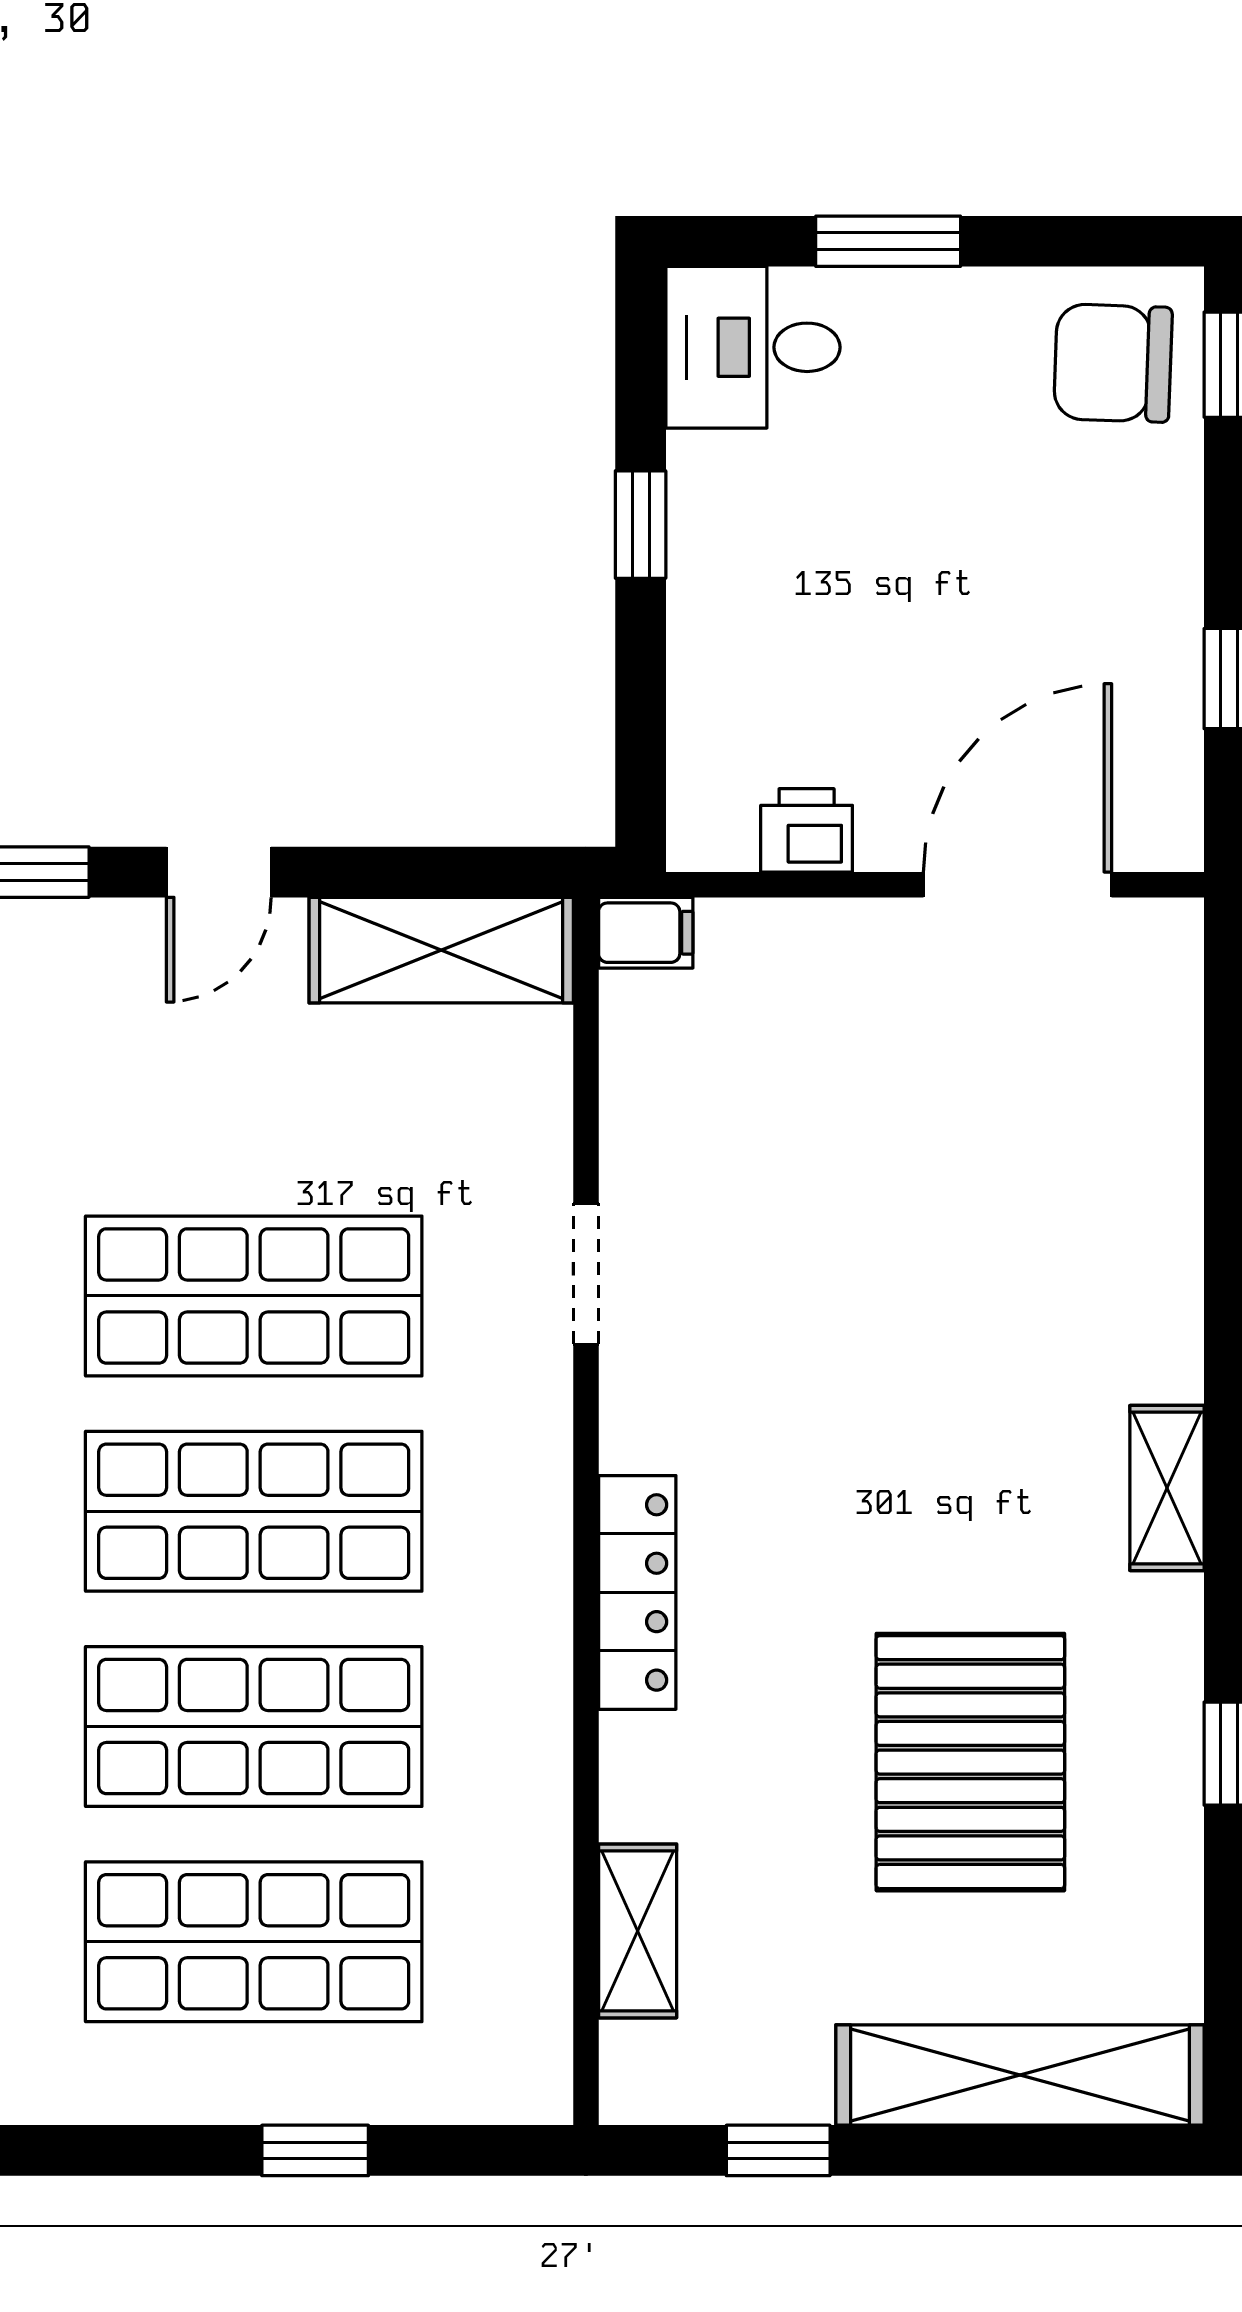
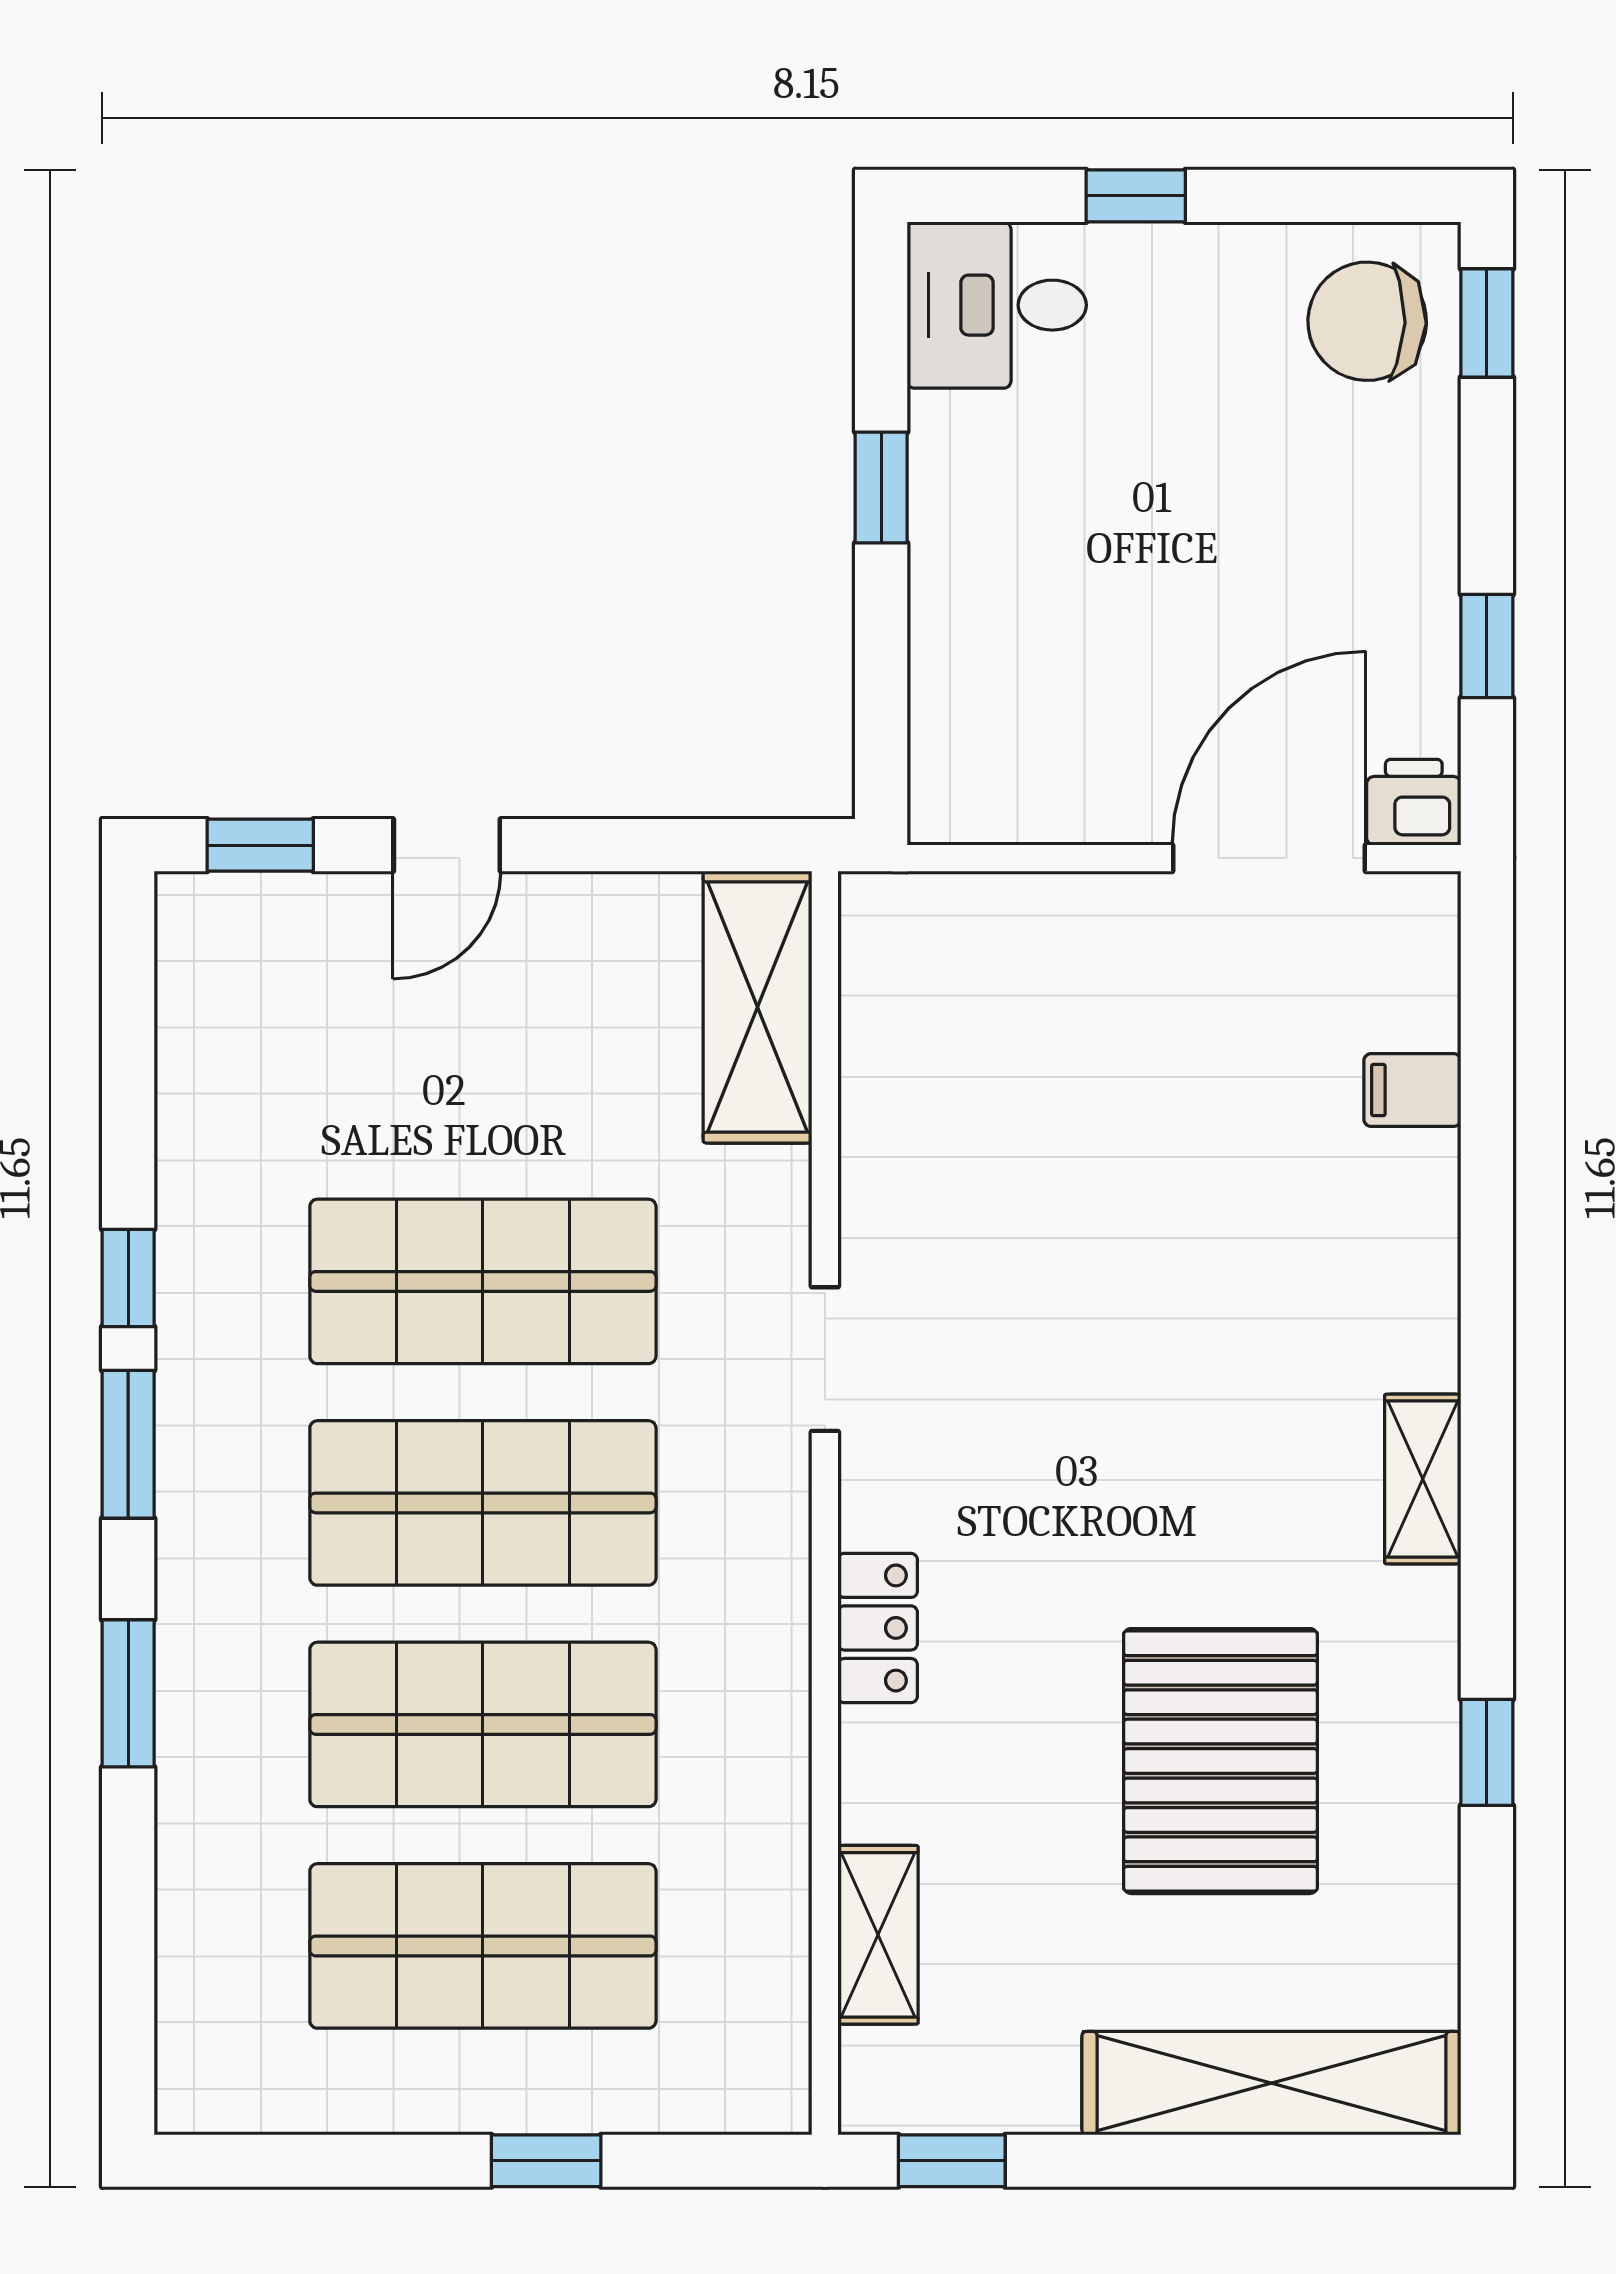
window: (888, 241) -> (1136, 196), width x0.67
printer: (807, 830) -> (1414, 802), moved
filing cabinet: (646, 933) -> (1412, 1090), moved, turned 180
shelving: (441, 950) -> (757, 1007), moved, turned 90
doorway: (586, 1274) -> (825, 1359), moved
locker: (637, 1592) -> (878, 1628), width x0.66
window: (778, 2150) -> (952, 2161), moved

